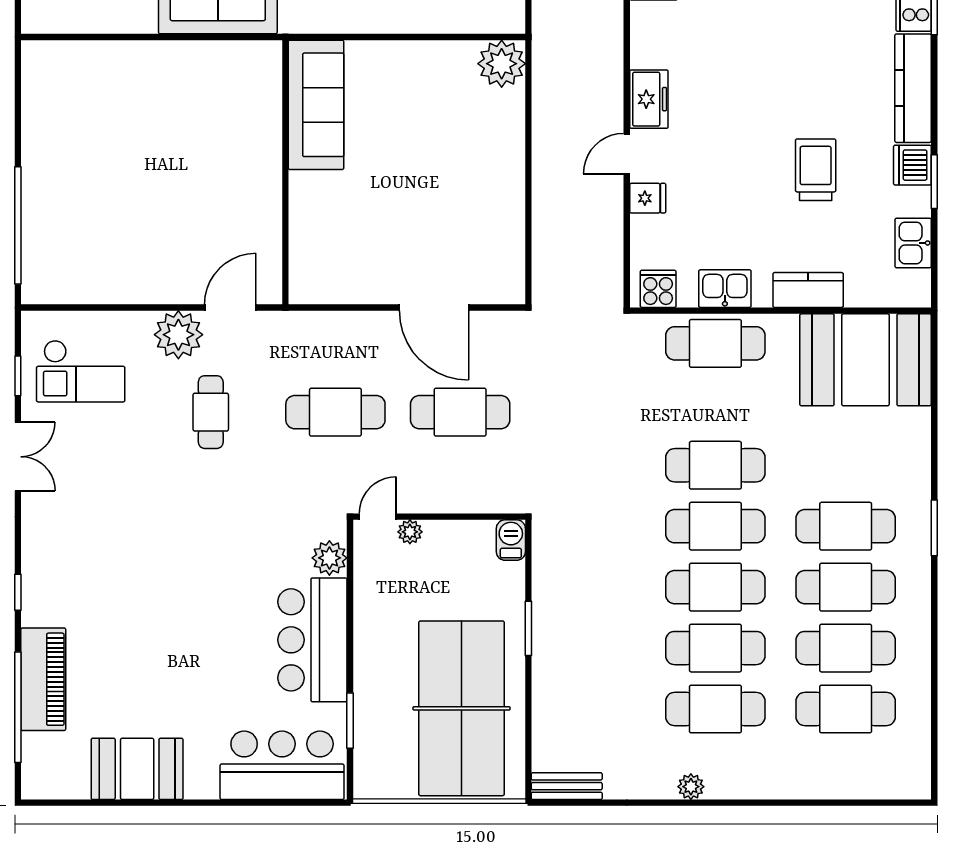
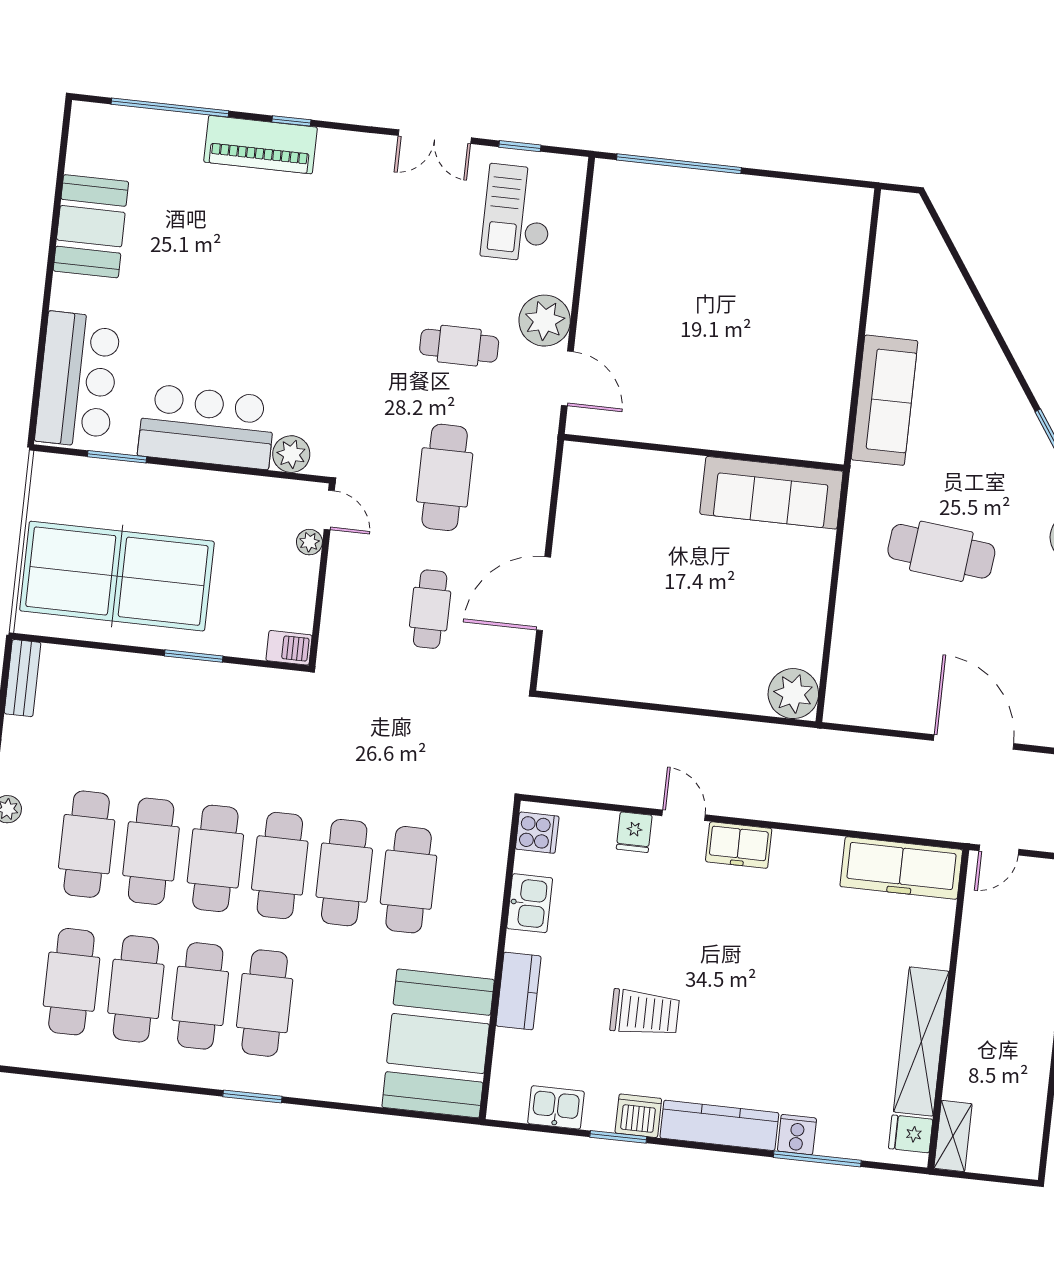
cafe table: (715, 343) -> (409, 880), moved
cafe table: (460, 412) -> (430, 609), width x0.73, depth x0.74
piano: (43, 679) -> (260, 145), moved

